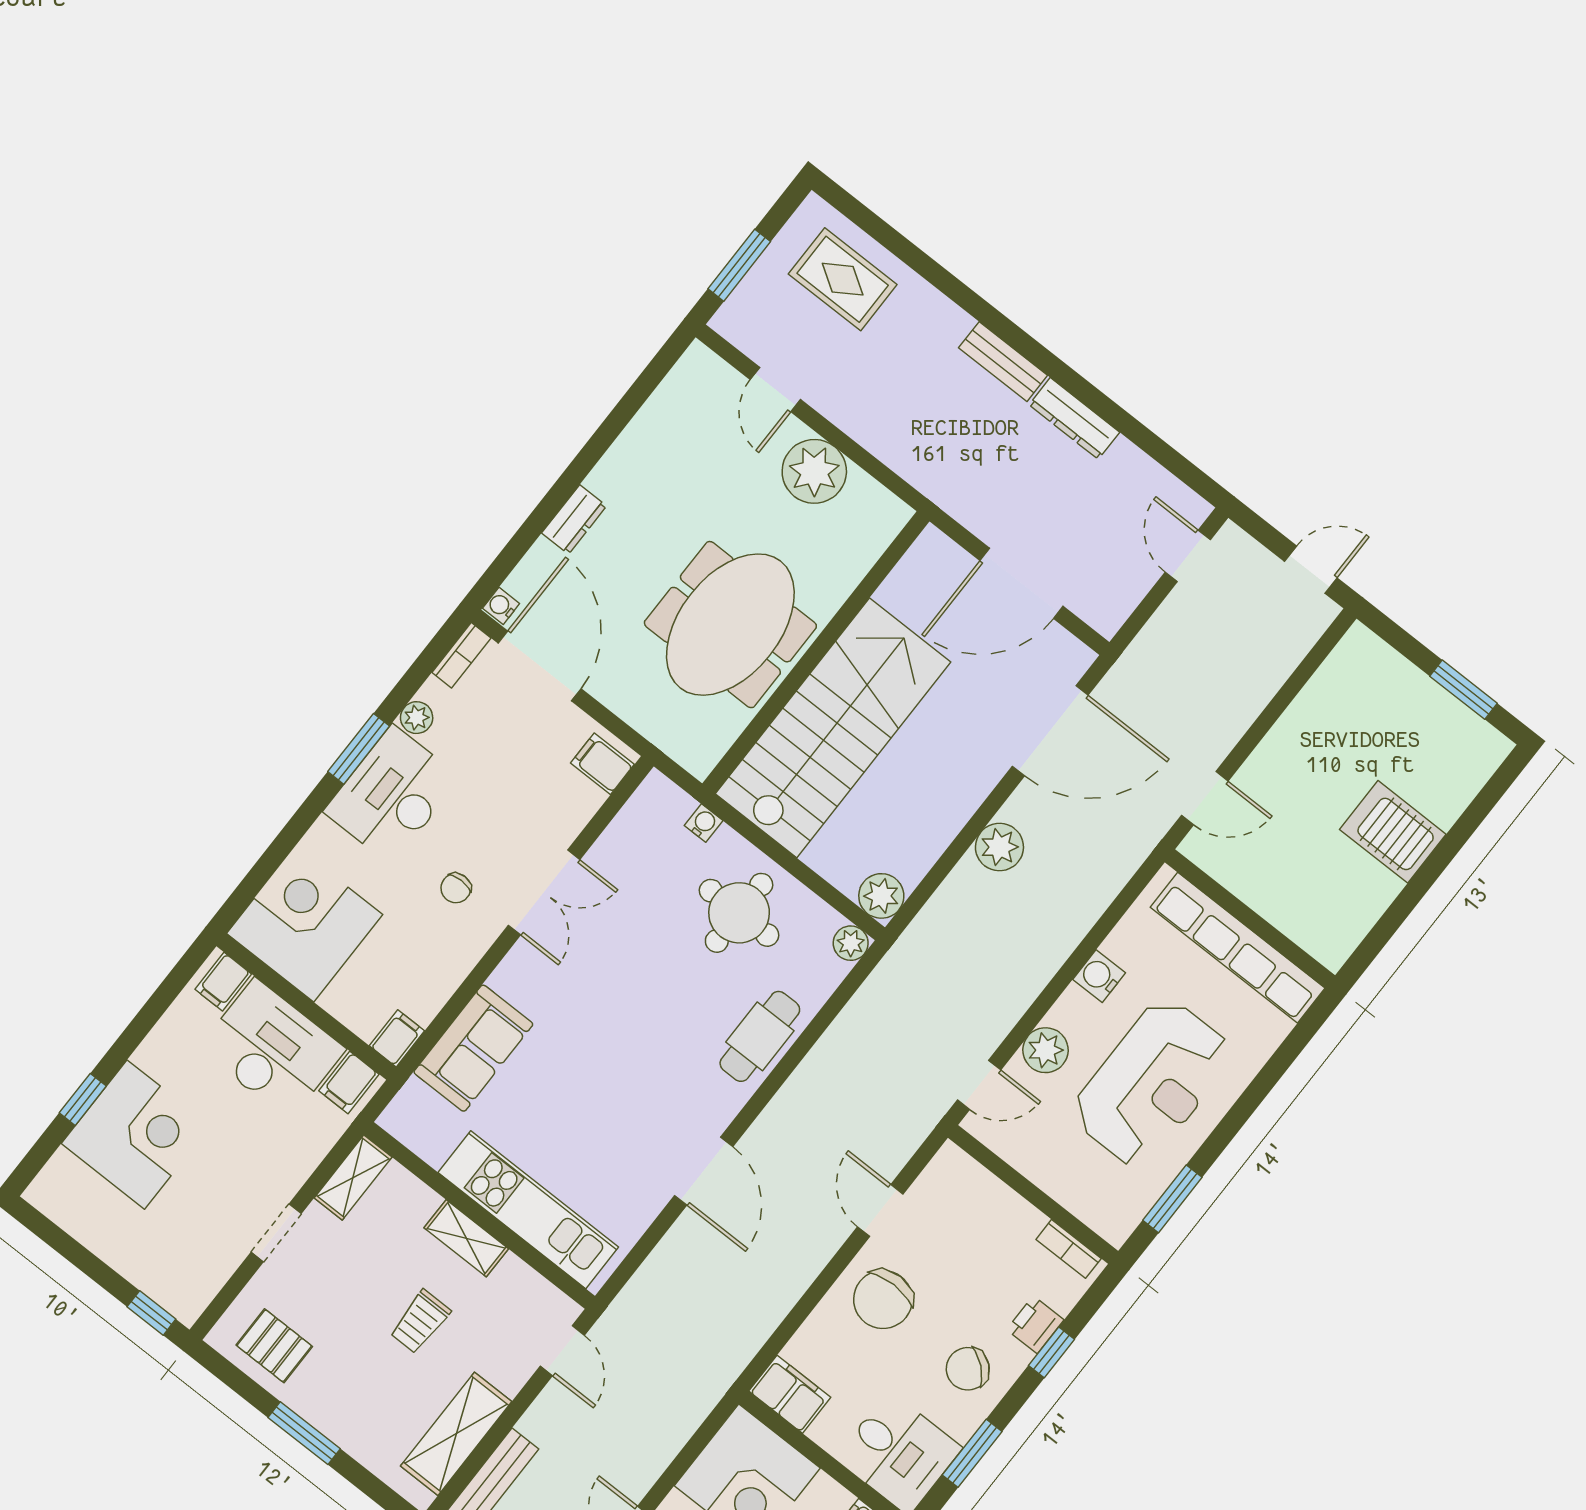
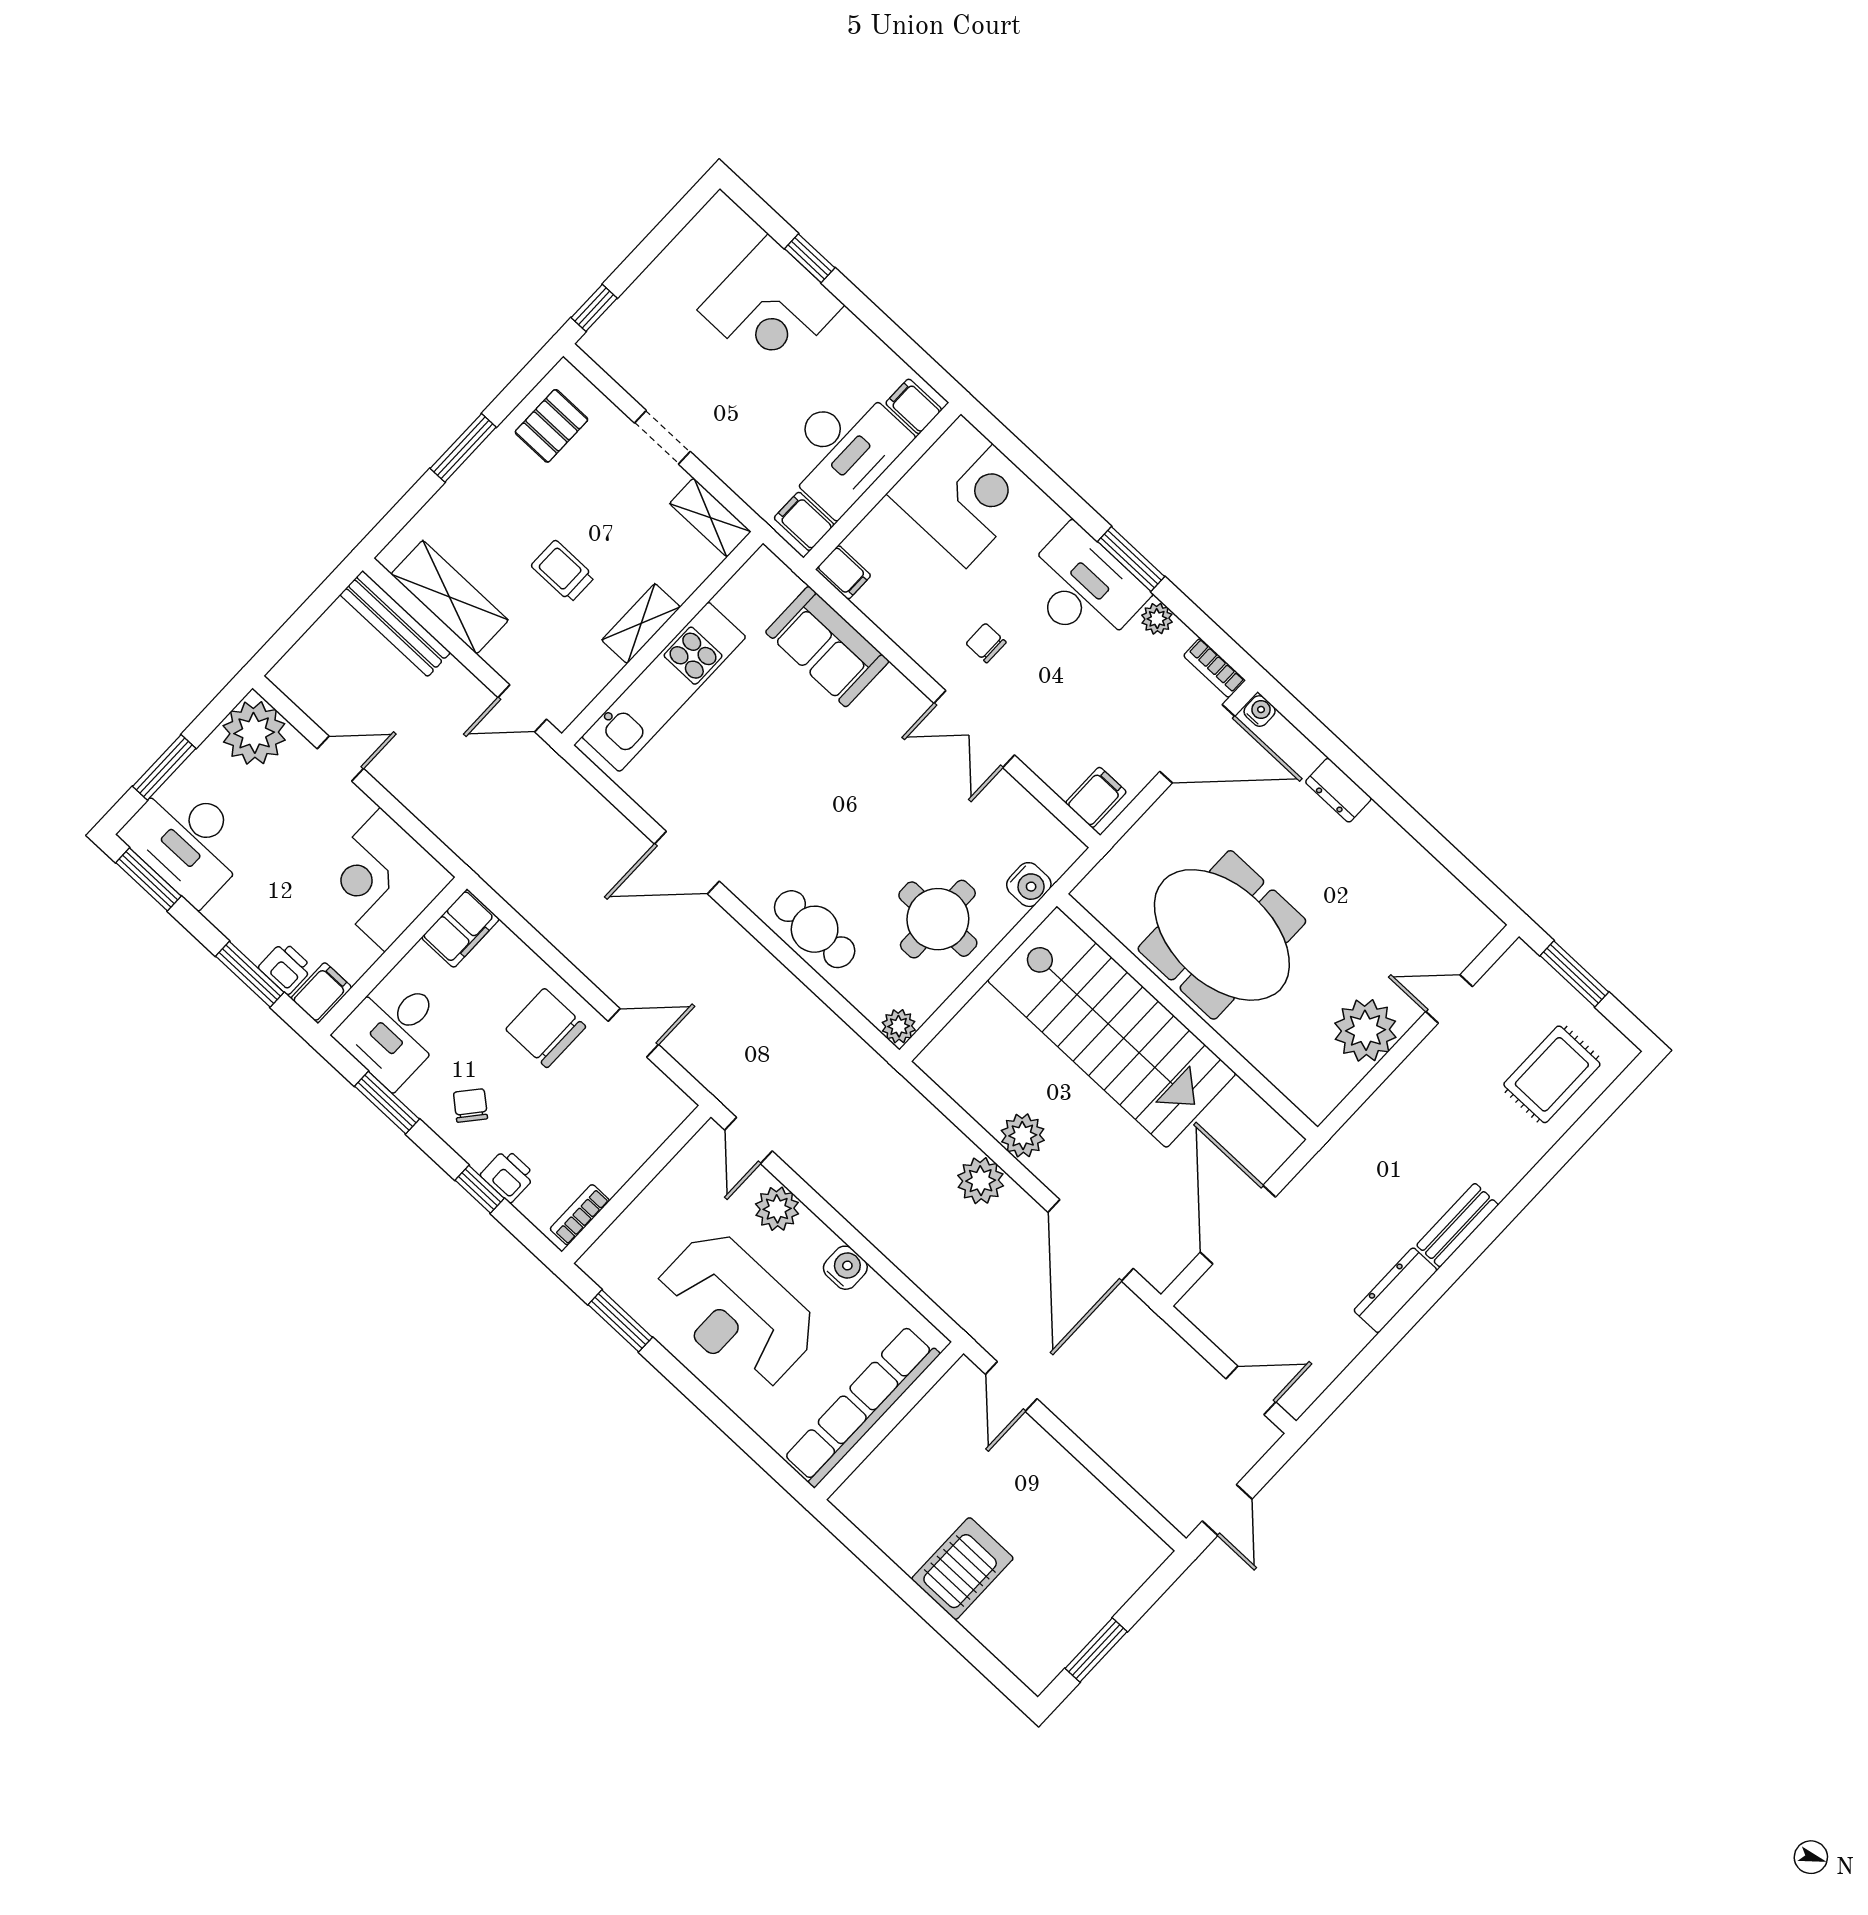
water cooler: (704, 823) -> (1029, 885), width x1.38, depth x1.38
plant: (881, 896) -> (1023, 1135), moved
chair: (968, 1369) -> (470, 1105), width x0.73, depth x0.73

